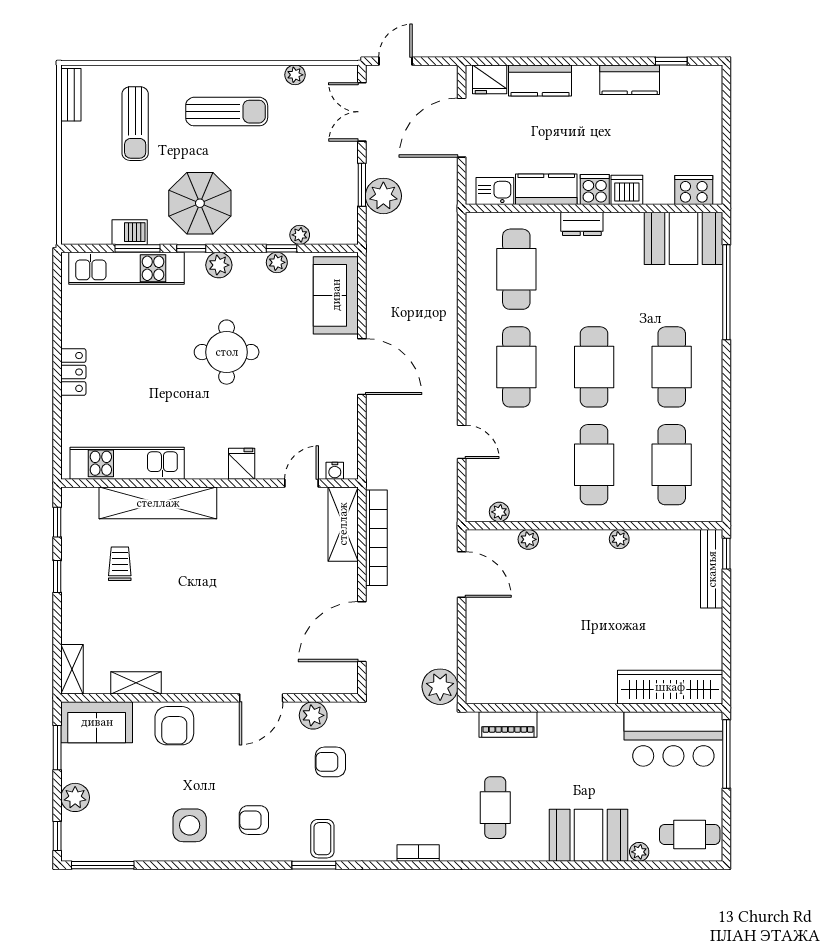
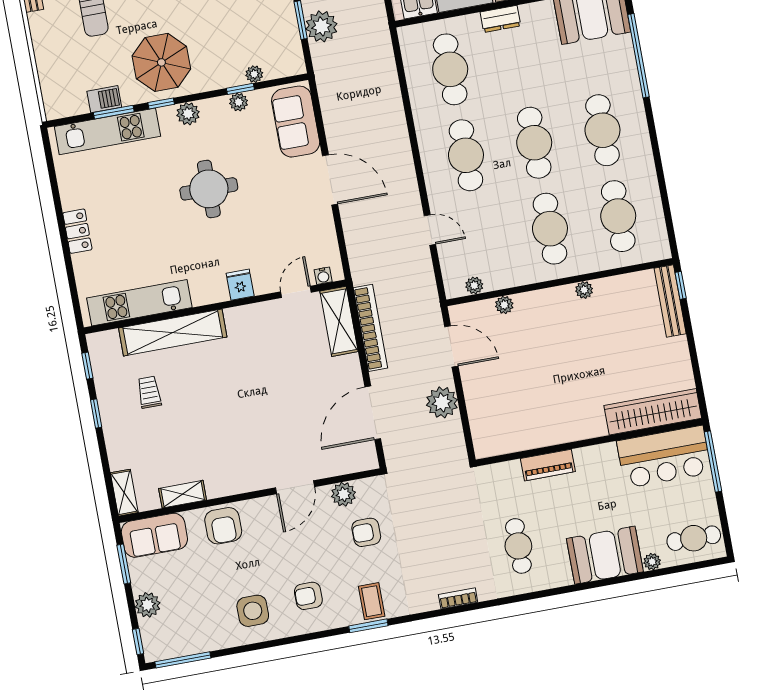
plant: (440, 687) -> (442, 402), moved
piano: (508, 725) -> (548, 465), moved

